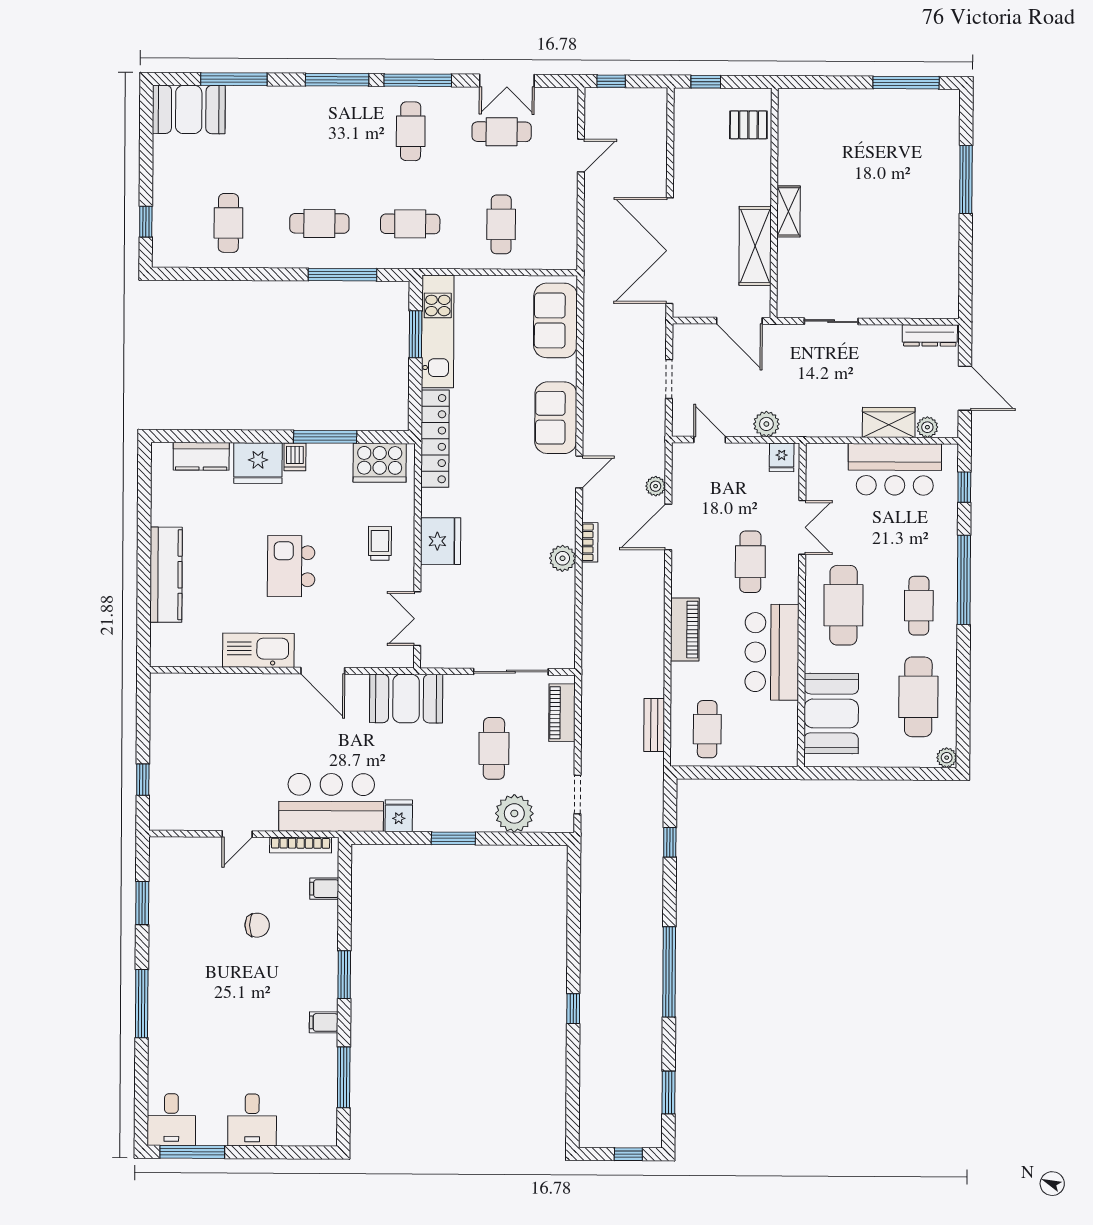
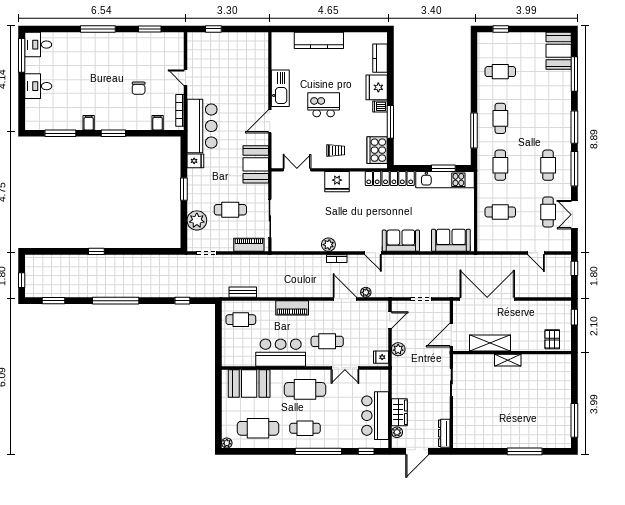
cafe table: (411, 131) -> (548, 165), turned 90

